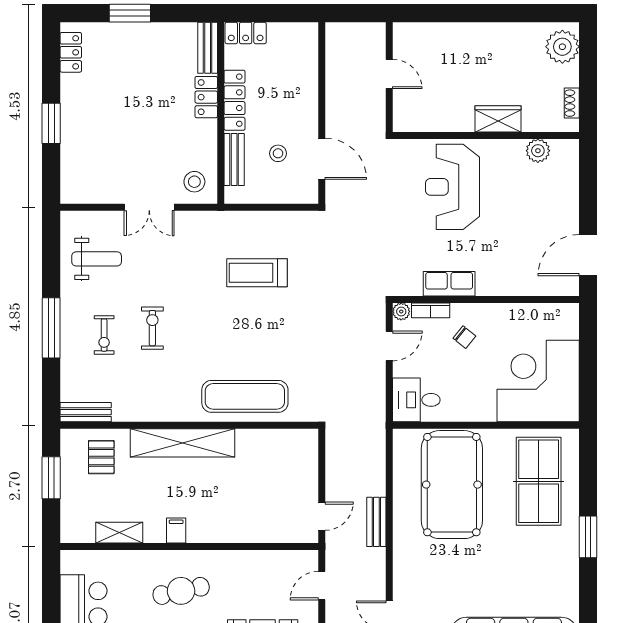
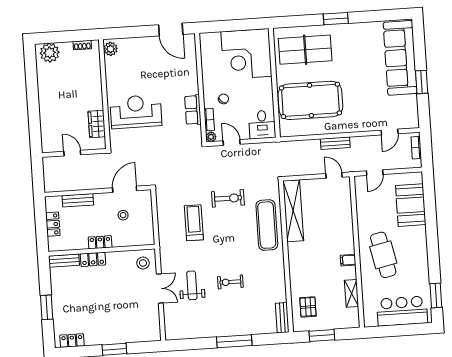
locker: (246, 33) -> (53, 224), moved
door: (389, 74) -> (72, 153), hinge flipped
locker: (234, 100) -> (100, 242), width x0.66
wardrobe: (498, 119) -> (97, 124), moved
plant: (538, 151) -> (111, 49), moved
bench: (234, 160) -> (78, 200), moved
reception desk: (452, 187) -> (136, 112), turned 180
weight bench: (97, 259) -> (192, 285), moved
treadmill: (257, 273) -> (194, 223), turned 180
exercise bike: (104, 335) -> (228, 198), moved, width x1.38, depth x1.39
shelving: (182, 443) -> (293, 211), moved
pallet: (101, 457) -> (308, 307), turned 90
door: (322, 586) -> (375, 173), hinge flipped
cafe table: (181, 591) -> (383, 255), width x1.37, depth x1.35

